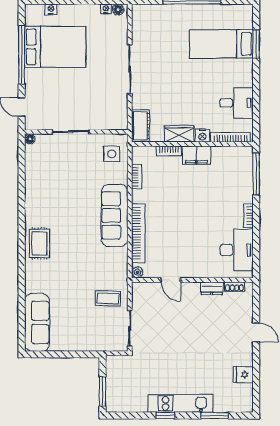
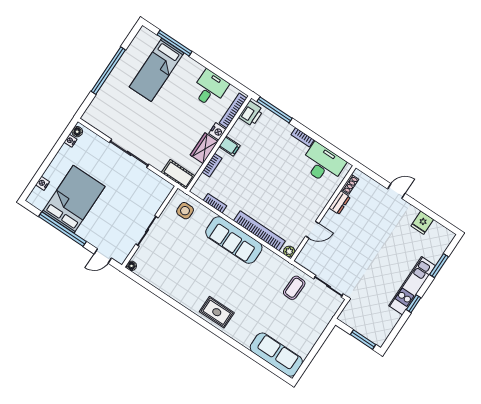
window: (256, 44) -> (174, 43), width x1.44
filing cabinet: (196, 155) -> (229, 146), width x0.50
printer: (239, 155) -> (251, 114), added

